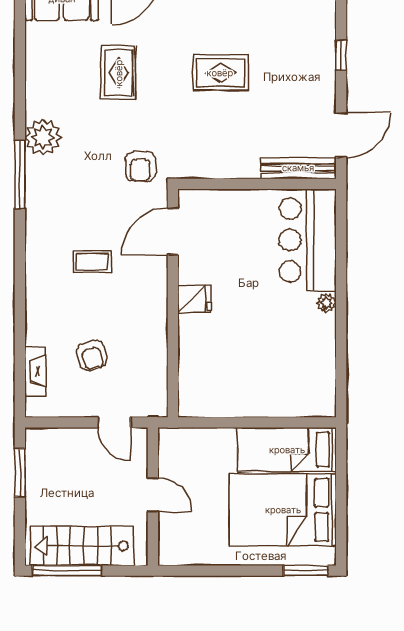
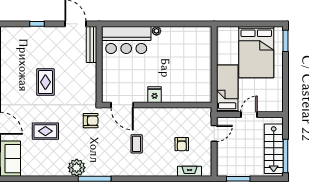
armchair: (92, 355) -> (182, 144), turned 106
bed: (287, 450) -> (227, 88), moved, turned 180

